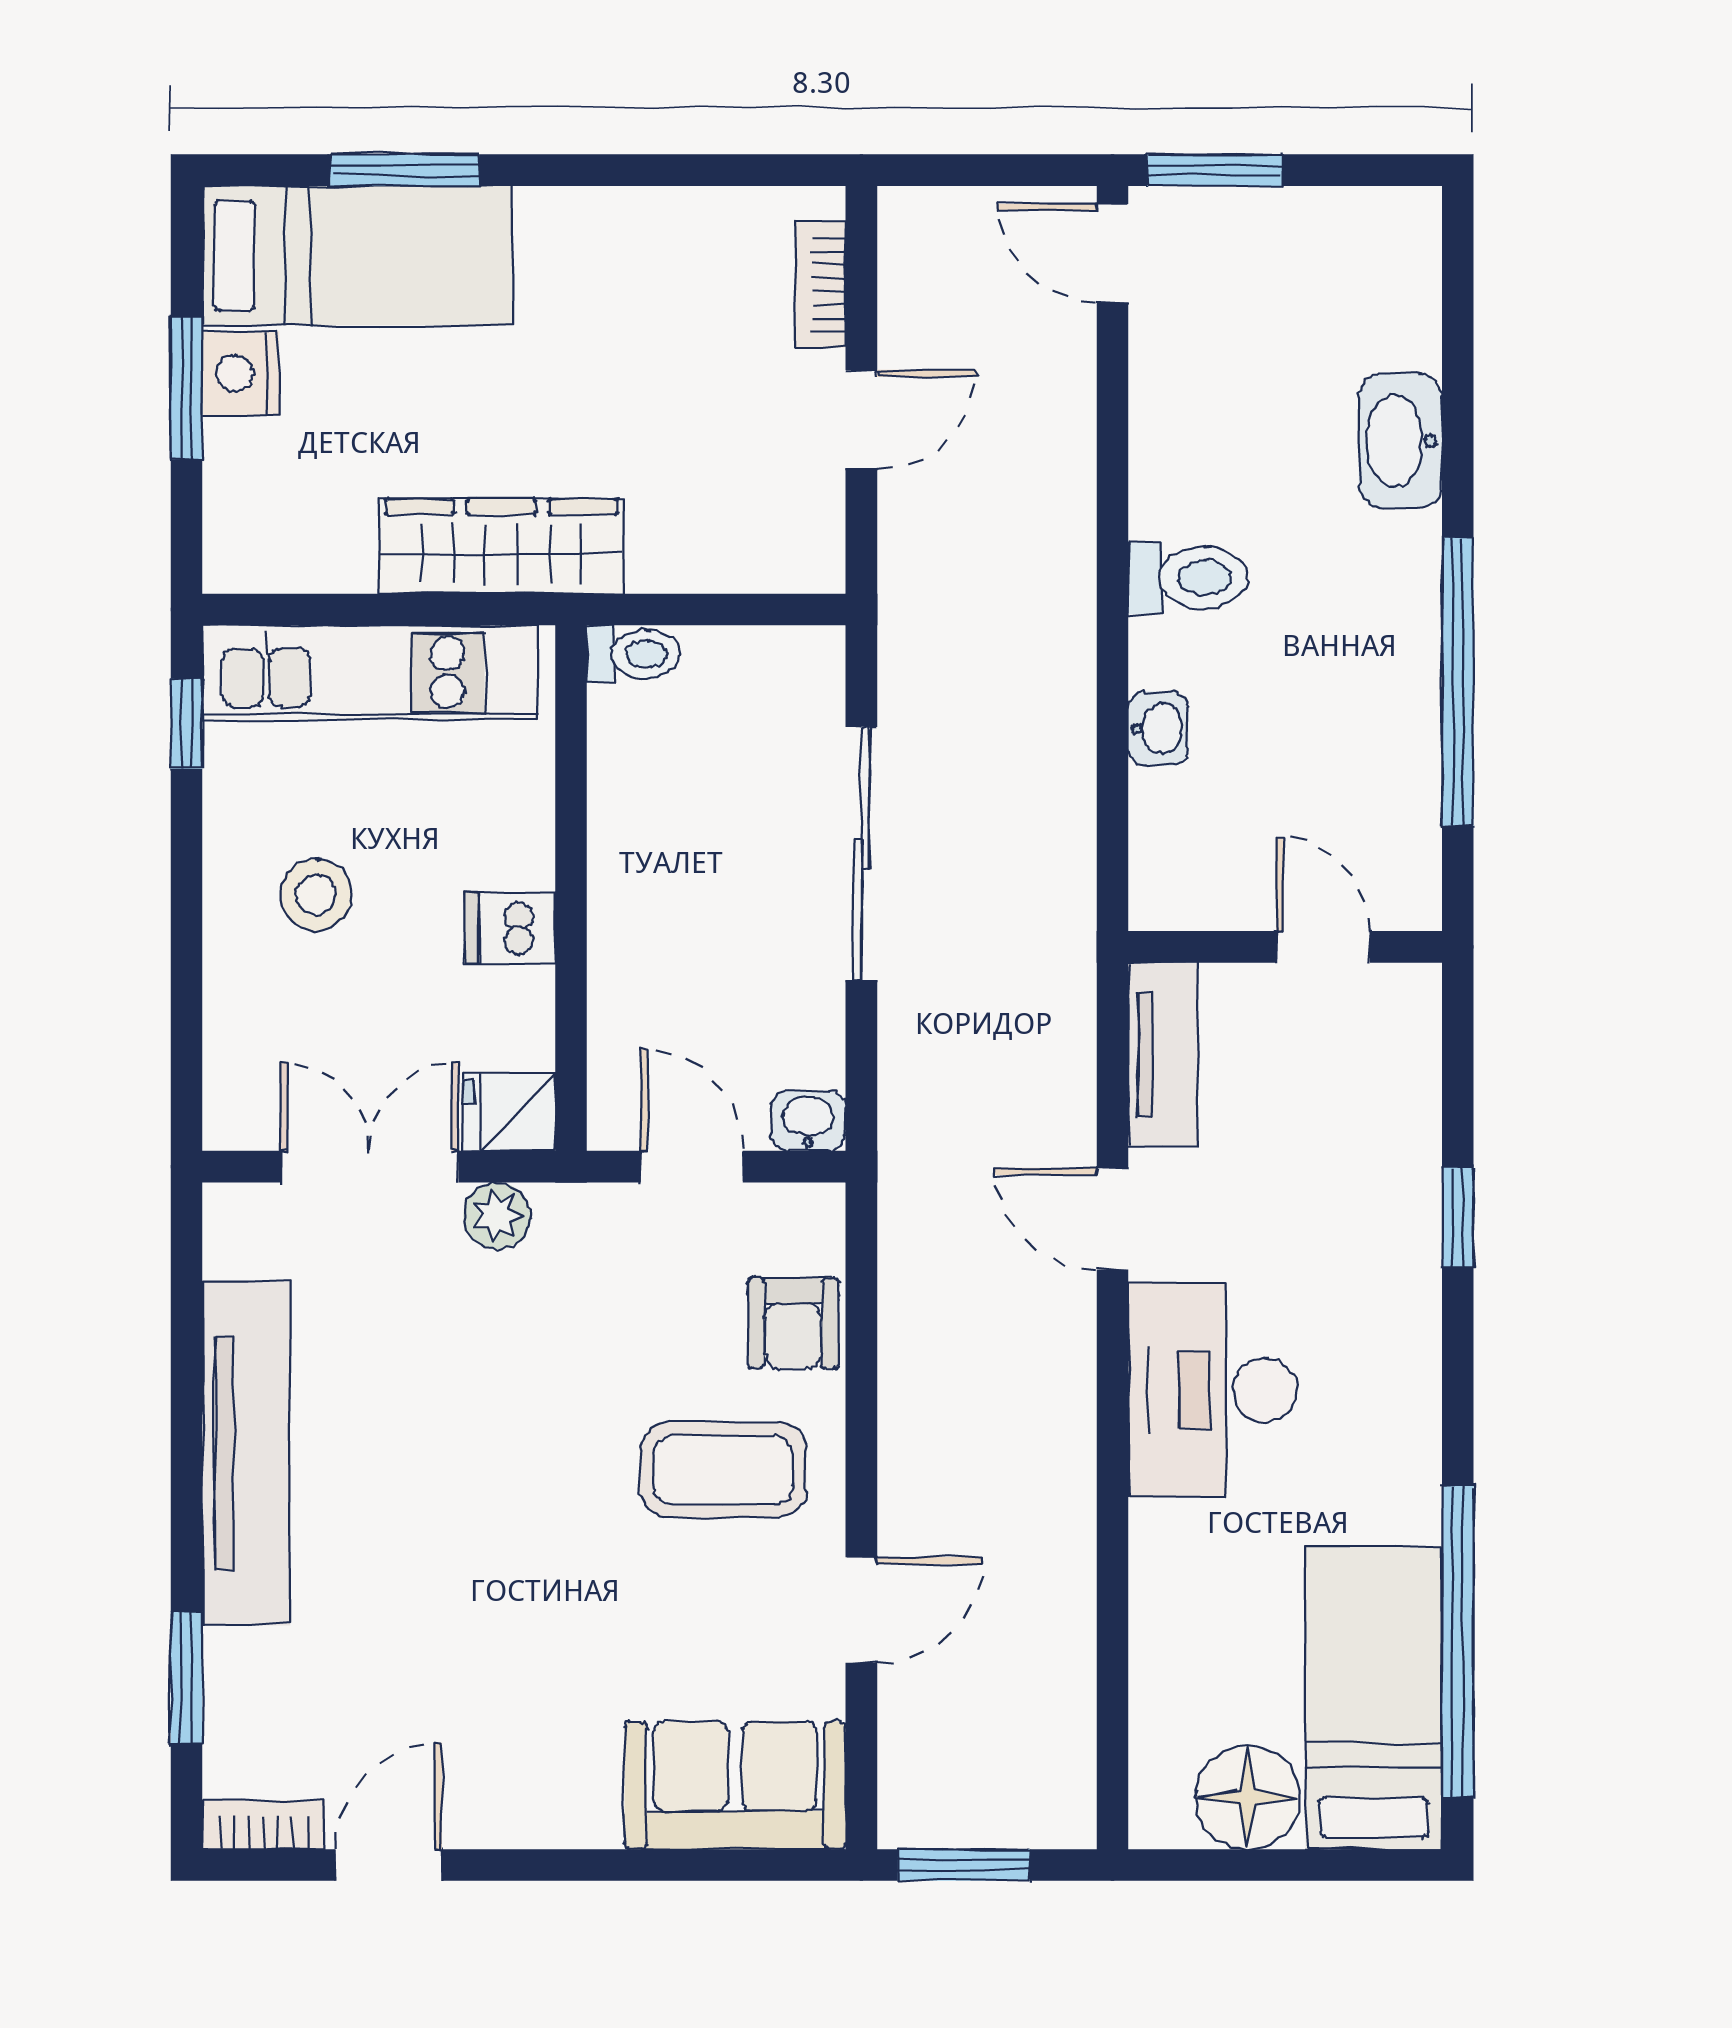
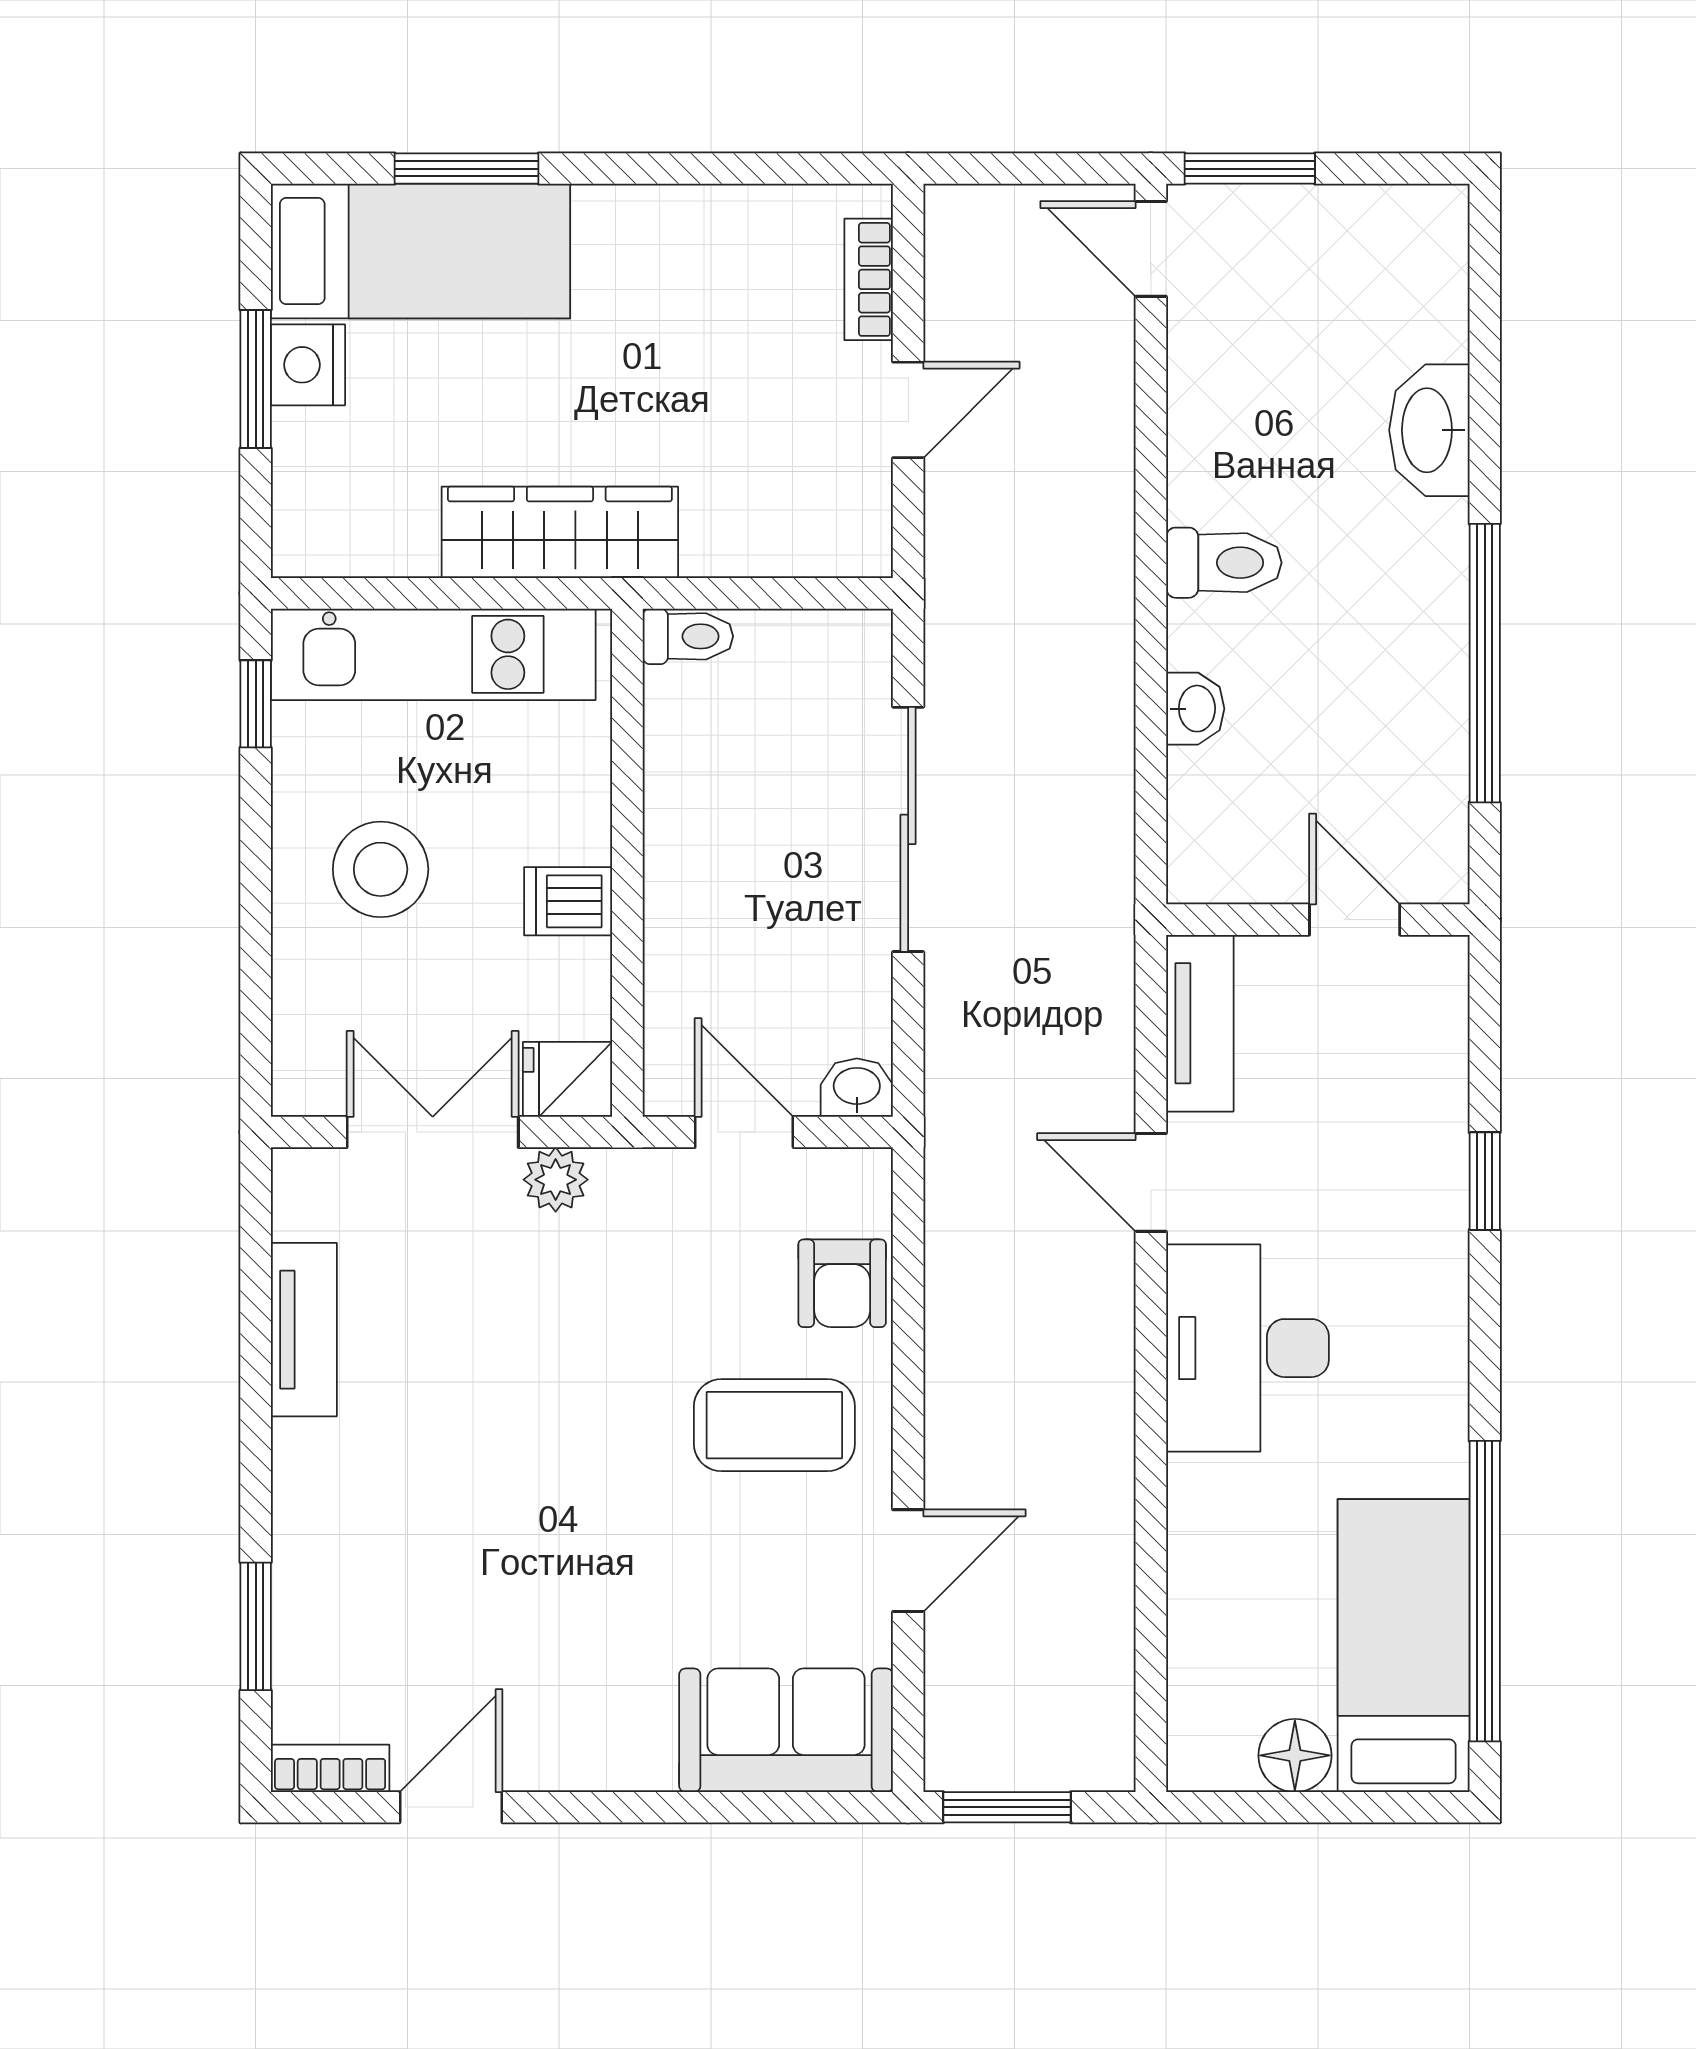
stool: (316, 895) -> (381, 869), width x1.38, depth x1.38
tv unit: (246, 1453) -> (304, 1330), width x0.52, depth x0.78
floor lamp: (1247, 1797) -> (1295, 1755), width x0.73, depth x0.73

